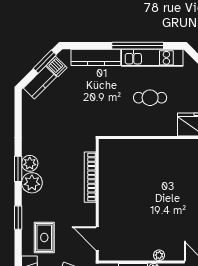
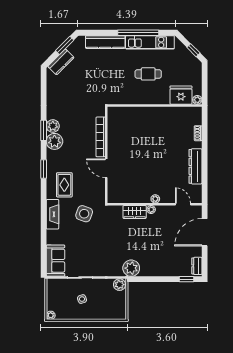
dishwasher: (57, 66) -> (74, 49), removed
door: (97, 239) -> (106, 168), moved

